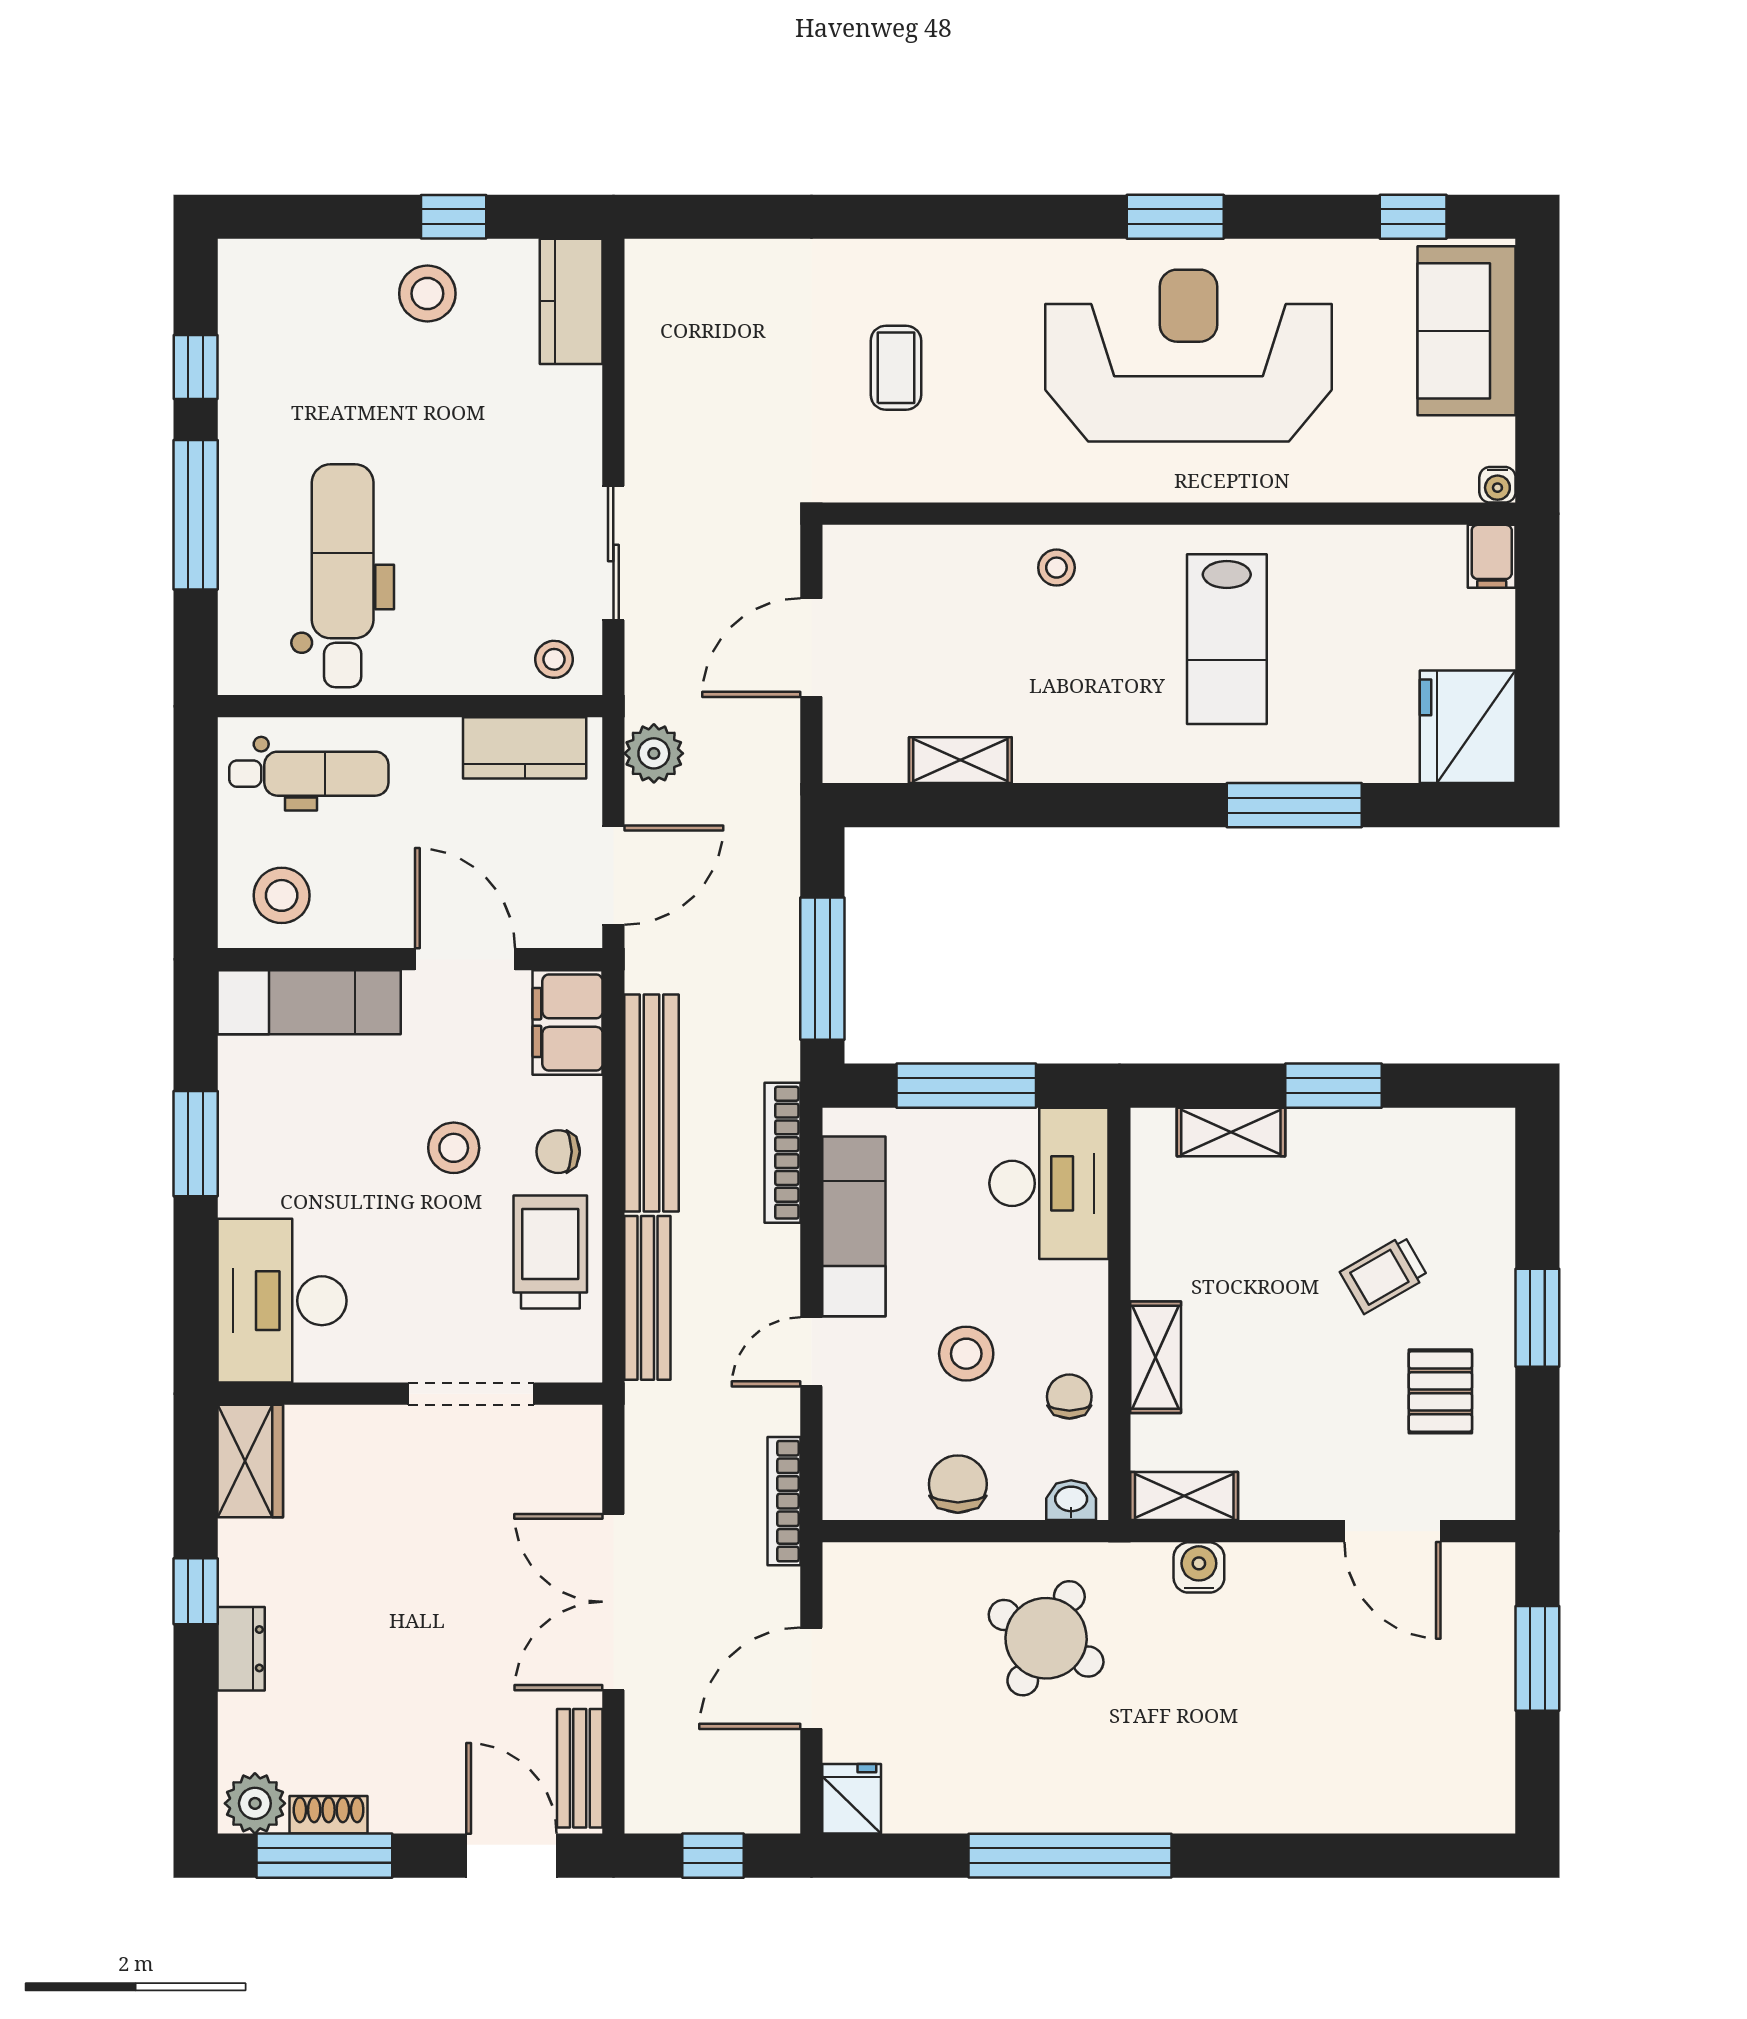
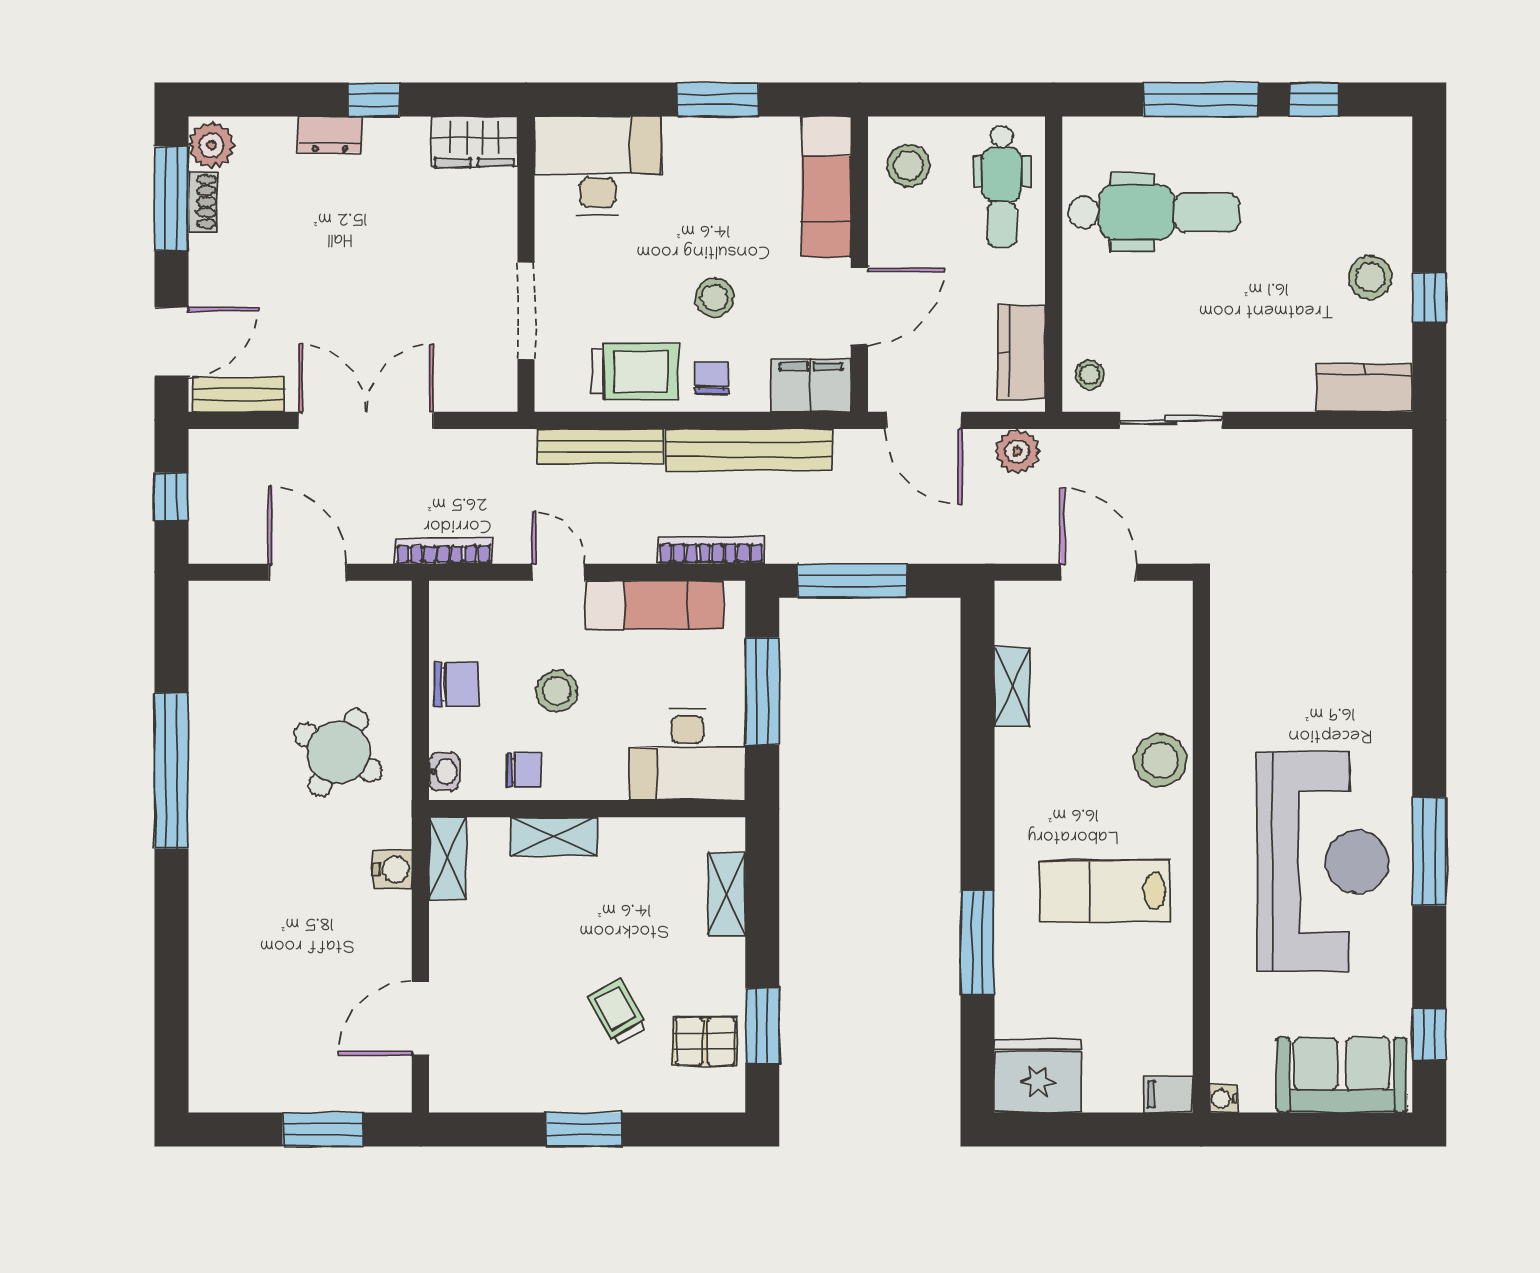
window: (1175, 217) -> (1429, 851), width x1.44
coffee table: (896, 368) -> (1313, 637), removed
stool: (1056, 568) -> (1160, 760), width x1.89, depth x1.89
window: (1334, 1086) -> (762, 1026), moved
pallet: (1440, 1391) -> (705, 1041), moved
fridge: (852, 1799) -> (215, 603), removed

